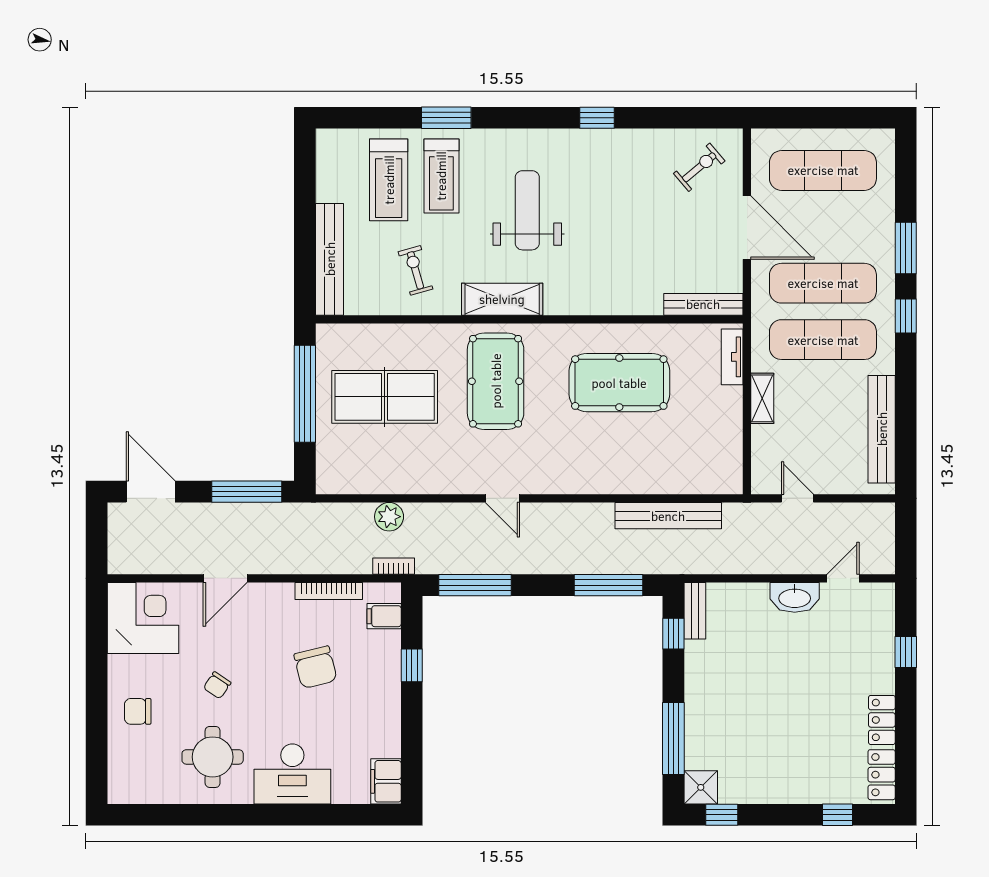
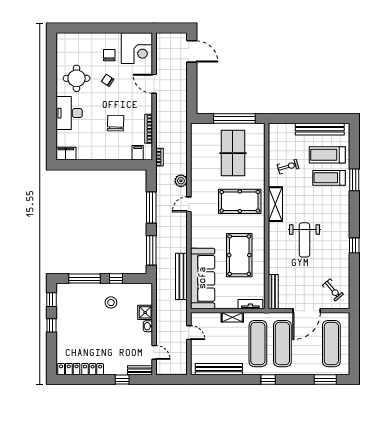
weight bench: (527, 210) -> (304, 240), moved, turned 90
window: (906, 248) -> (325, 380), moved
bench: (330, 259) -> (320, 129), moved
sofa: (673, 467) -> (203, 278), added
door: (151, 492) -> (192, 51), hinge flipped
window: (247, 492) -> (192, 93), removed
door: (798, 498) -> (189, 333), hinge flipped
plant: (389, 517) -> (181, 181), moved
window: (475, 585) -> (151, 208), moved
washbasin: (795, 597) -> (148, 326), width x0.52, depth x0.69
bench: (695, 611) -> (140, 370), moved
window: (673, 634) -> (116, 279), moved
window: (412, 665) -> (116, 165), removed
chair: (315, 667) -> (116, 123), turned 105
stool: (728, 678) -> (111, 302), added
chair: (138, 711) -> (109, 55), moved
shower: (701, 787) -> (145, 312), moved
window: (838, 815) -> (51, 325), moved

